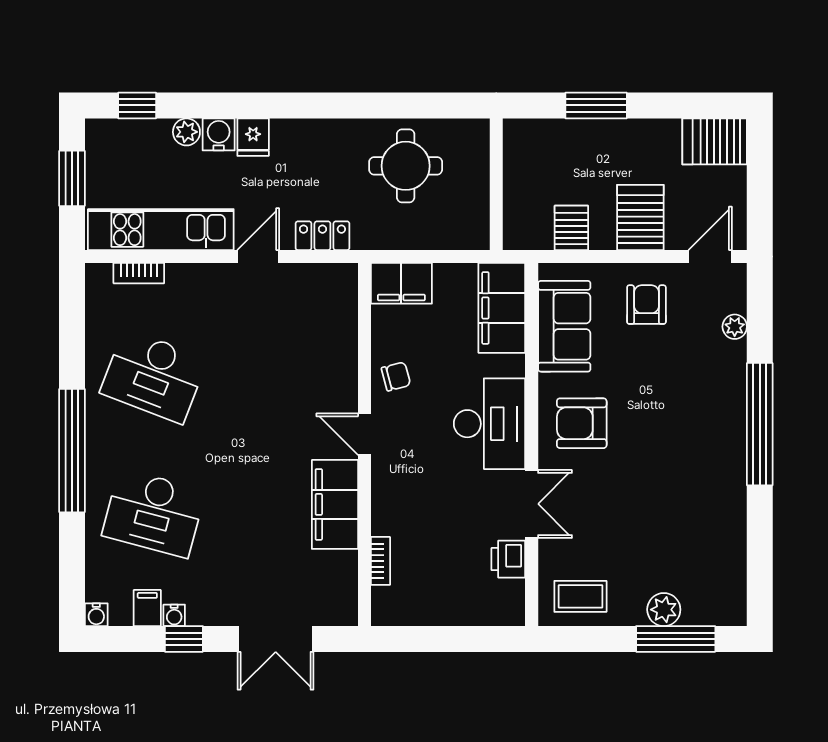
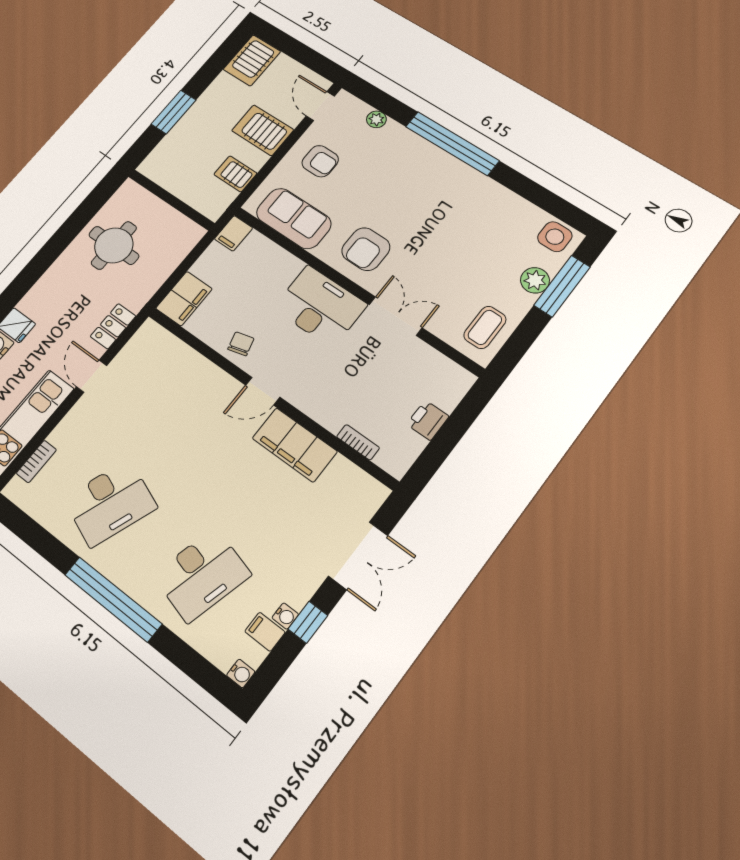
armchair: (646, 305) -> (320, 161), turned 180
filing cabinet: (502, 308) -> (234, 233), width x0.33, depth x0.86
printer: (508, 559) -> (428, 420), moved, turned 90
side table: (725, 597) -> (555, 237), added

